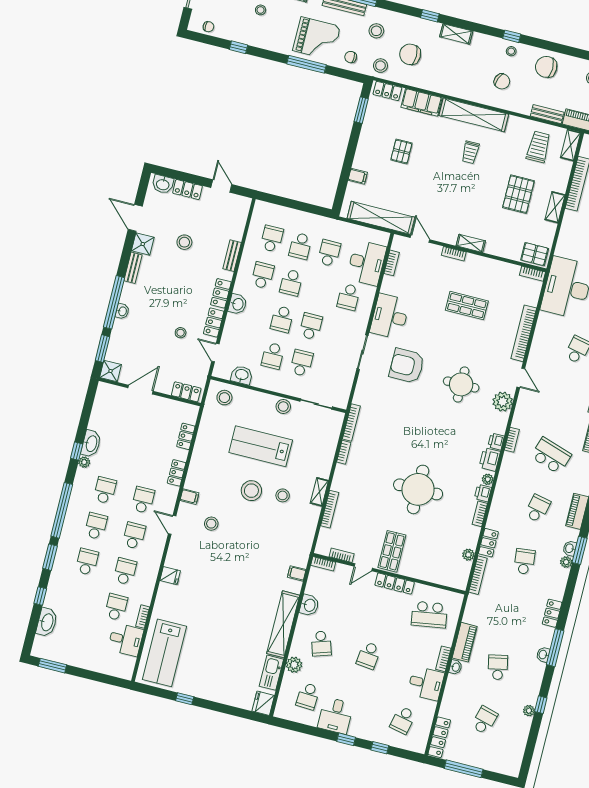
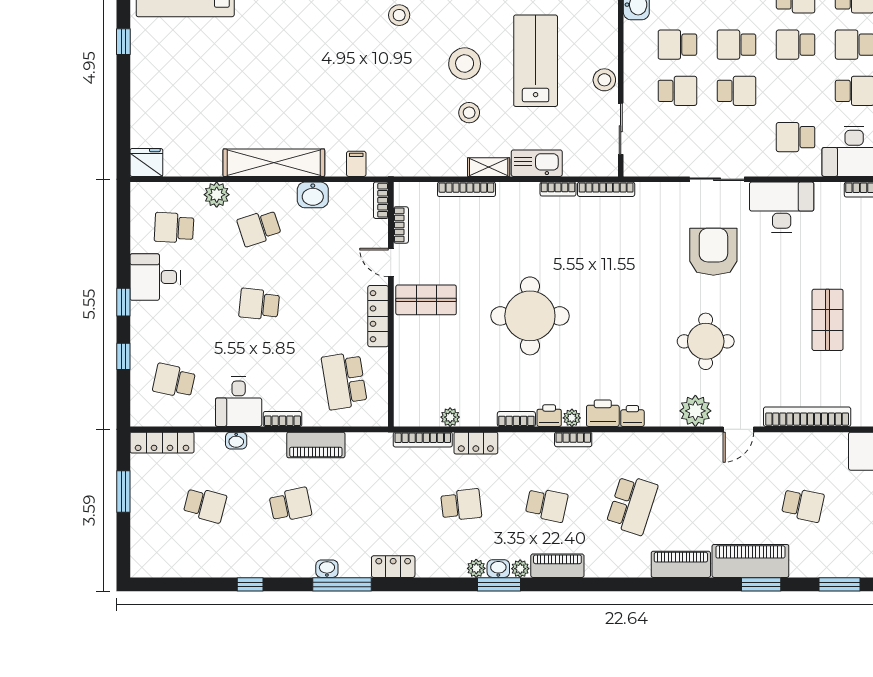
bookcase: (512, 440) -> (573, 439), moved
washbasin: (456, 667) -> (236, 441), moved
kitchen sink: (271, 673) -> (537, 163), moved
plant: (529, 711) -> (520, 569), moved
window: (464, 769) -> (123, 492), width x0.69

